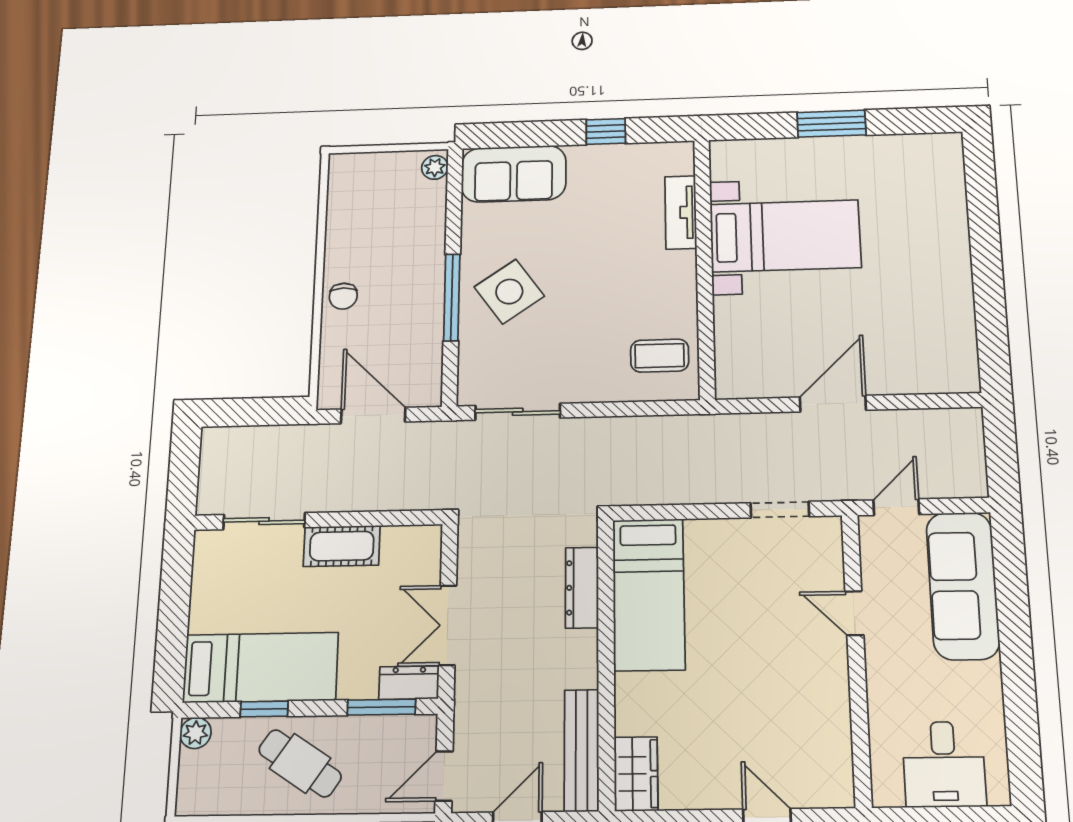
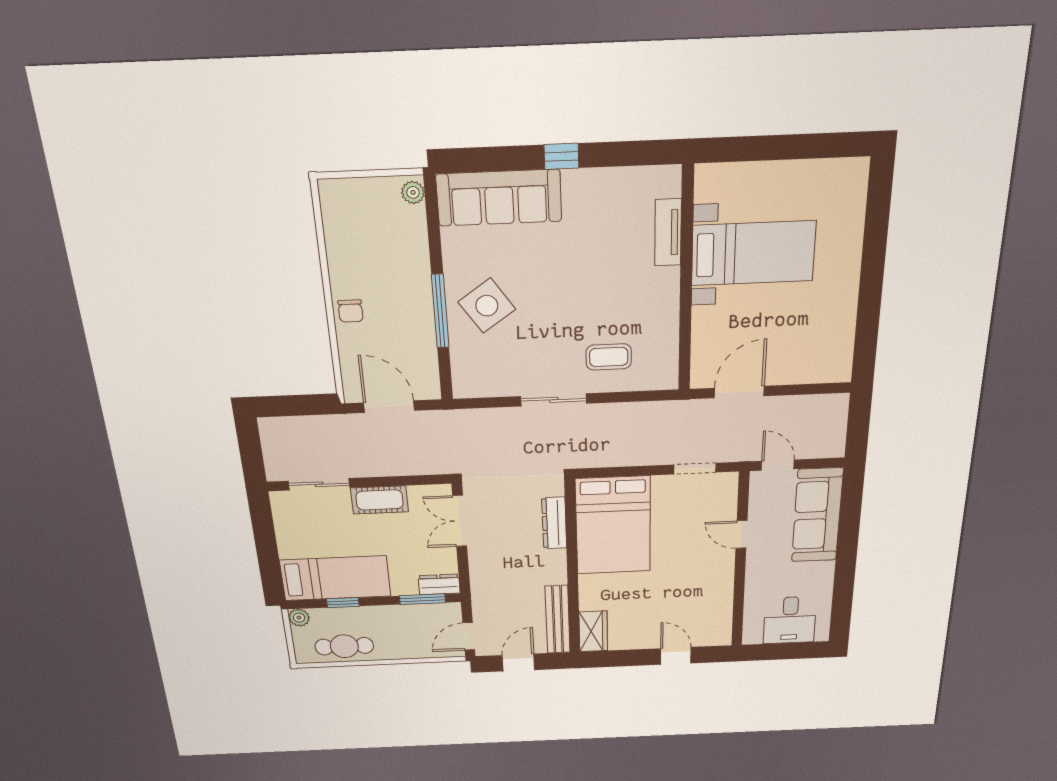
window: (831, 124) -> (759, 148), removed
sofa: (514, 174) -> (499, 198), width x1.36
tv unit: (681, 212) -> (668, 233), moved
bed with nightstands: (785, 236) -> (753, 253), moved
wall: (704, 267) -> (686, 281), moved
sliding door: (518, 412) -> (554, 400), moved
door: (896, 507) -> (778, 465), hinge flipped
bed: (649, 594) -> (613, 526), width x1.50
double door: (448, 625) -> (460, 521), moved
cafe table: (300, 763) -> (344, 646), moved, turned -34

